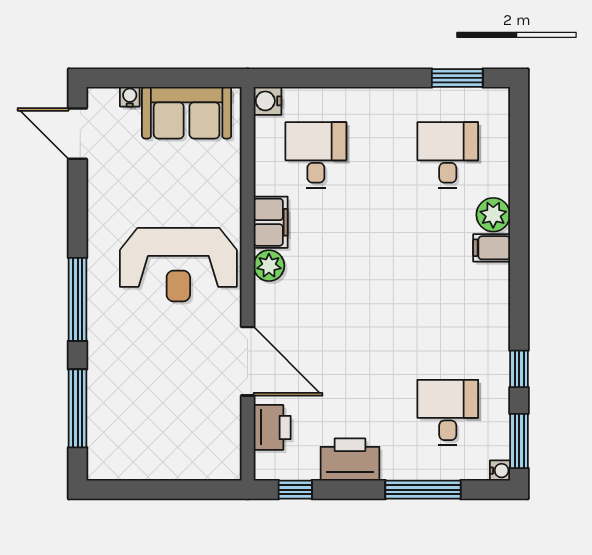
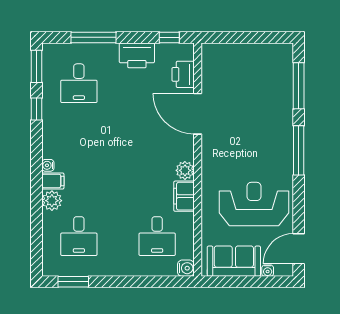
door: (78, 134) -> (299, 249), swing flipped
reception desk: (178, 265) -> (254, 204), moved
water cooler: (500, 471) -> (48, 165), moved

